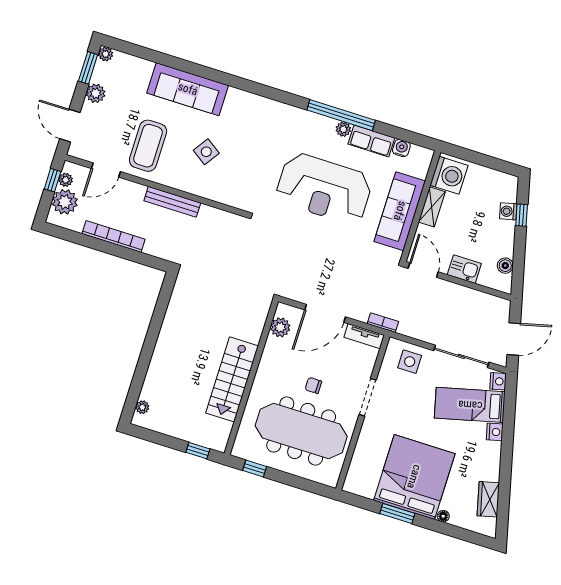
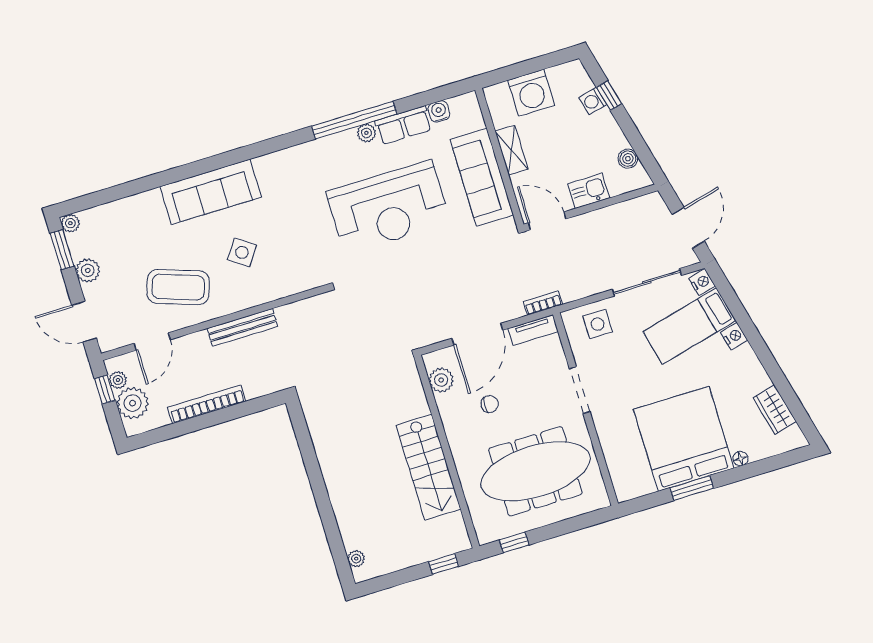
sofa: (188, 89) -> (211, 192), moved
coffee table: (148, 146) -> (178, 287), turned -71
washing machine: (449, 175) -> (531, 93), moved, turned 90
chair: (313, 385) -> (490, 404), moved, turned 180

